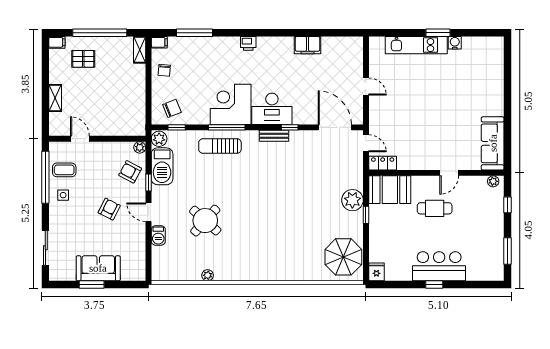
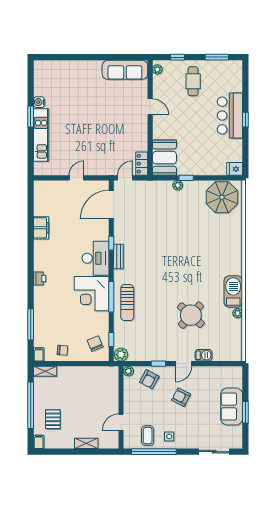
barbecue: (162, 166) -> (233, 292), moved, turned -90
plant: (352, 200) -> (178, 185), width x0.53, depth x0.53
cafe table: (435, 208) -> (193, 81), moved

